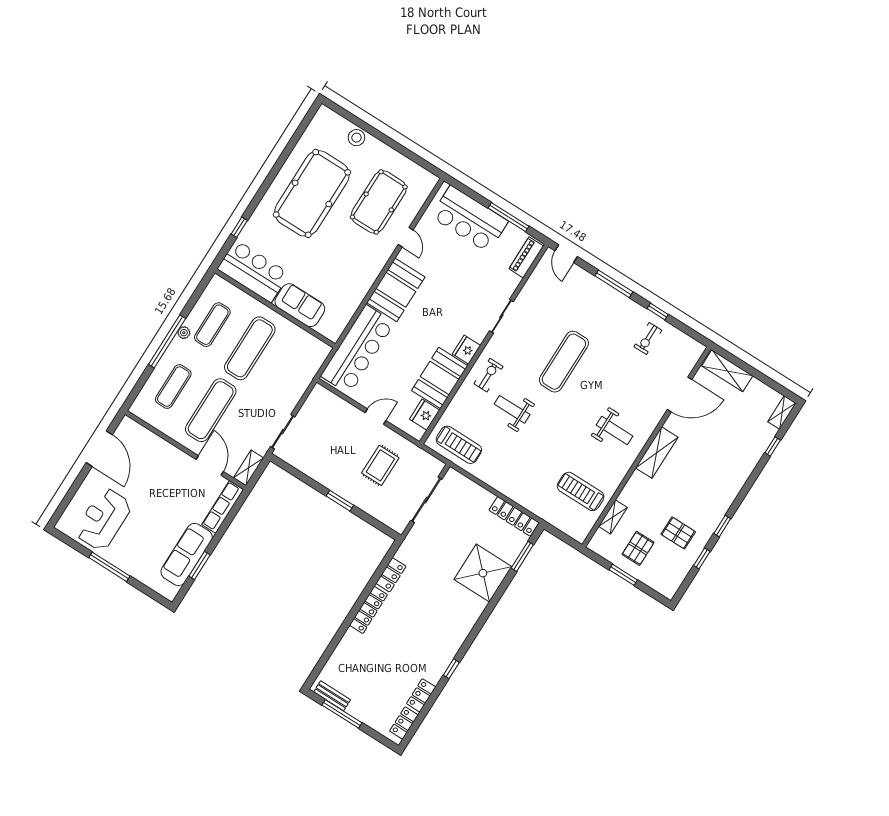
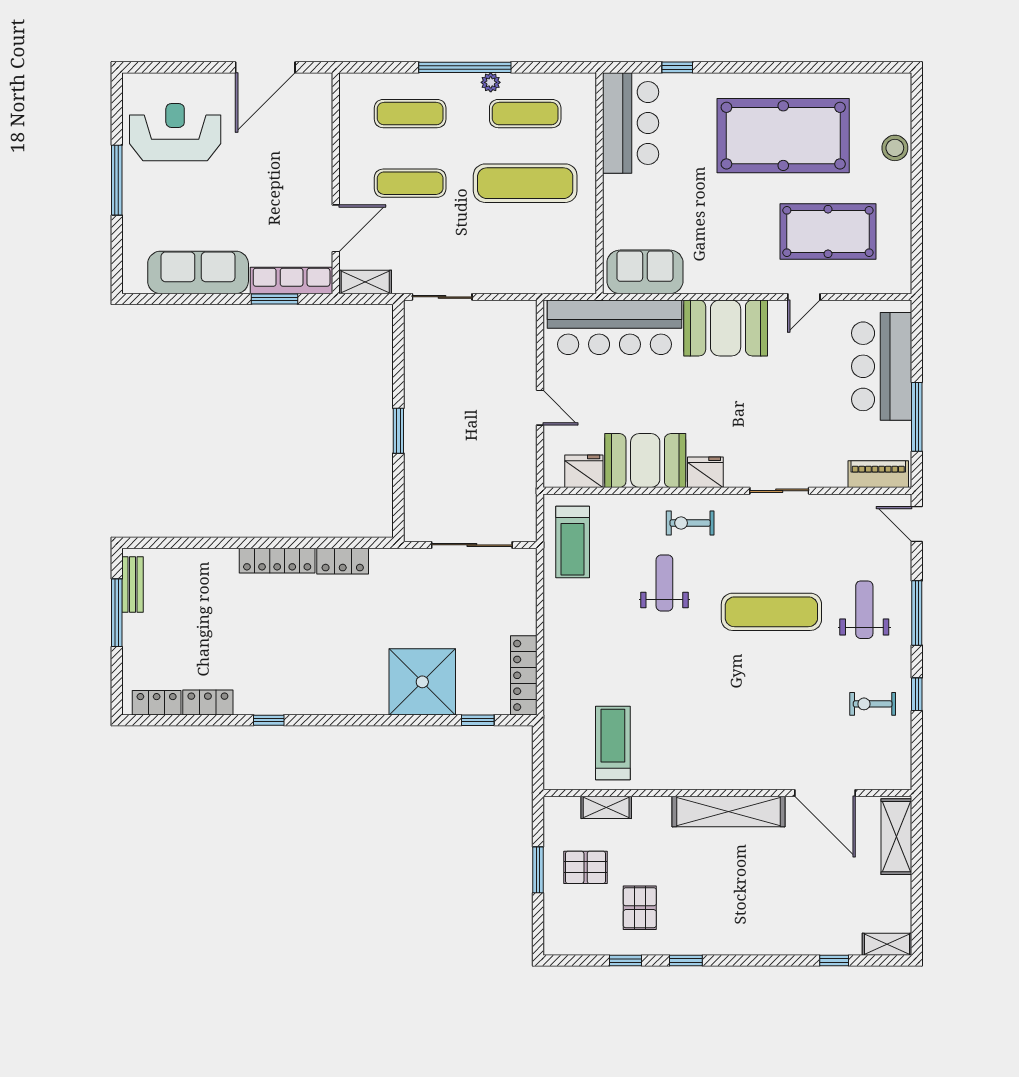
door: (566, 254) -> (917, 524), hinge flipped
sofa: (300, 305) -> (645, 272), moved, turned -90
exercise bike: (489, 375) -> (690, 523), turned 180
exercise mat: (211, 410) -> (410, 183), width x0.73, depth x0.69
weight bench: (614, 431) -> (864, 610), moved, turned 180
shelving: (657, 453) -> (729, 812), width x1.47
rug: (380, 465) -> (479, 455), removed
window: (522, 556) -> (478, 720), width x0.67
window: (200, 566) -> (274, 299), moved

